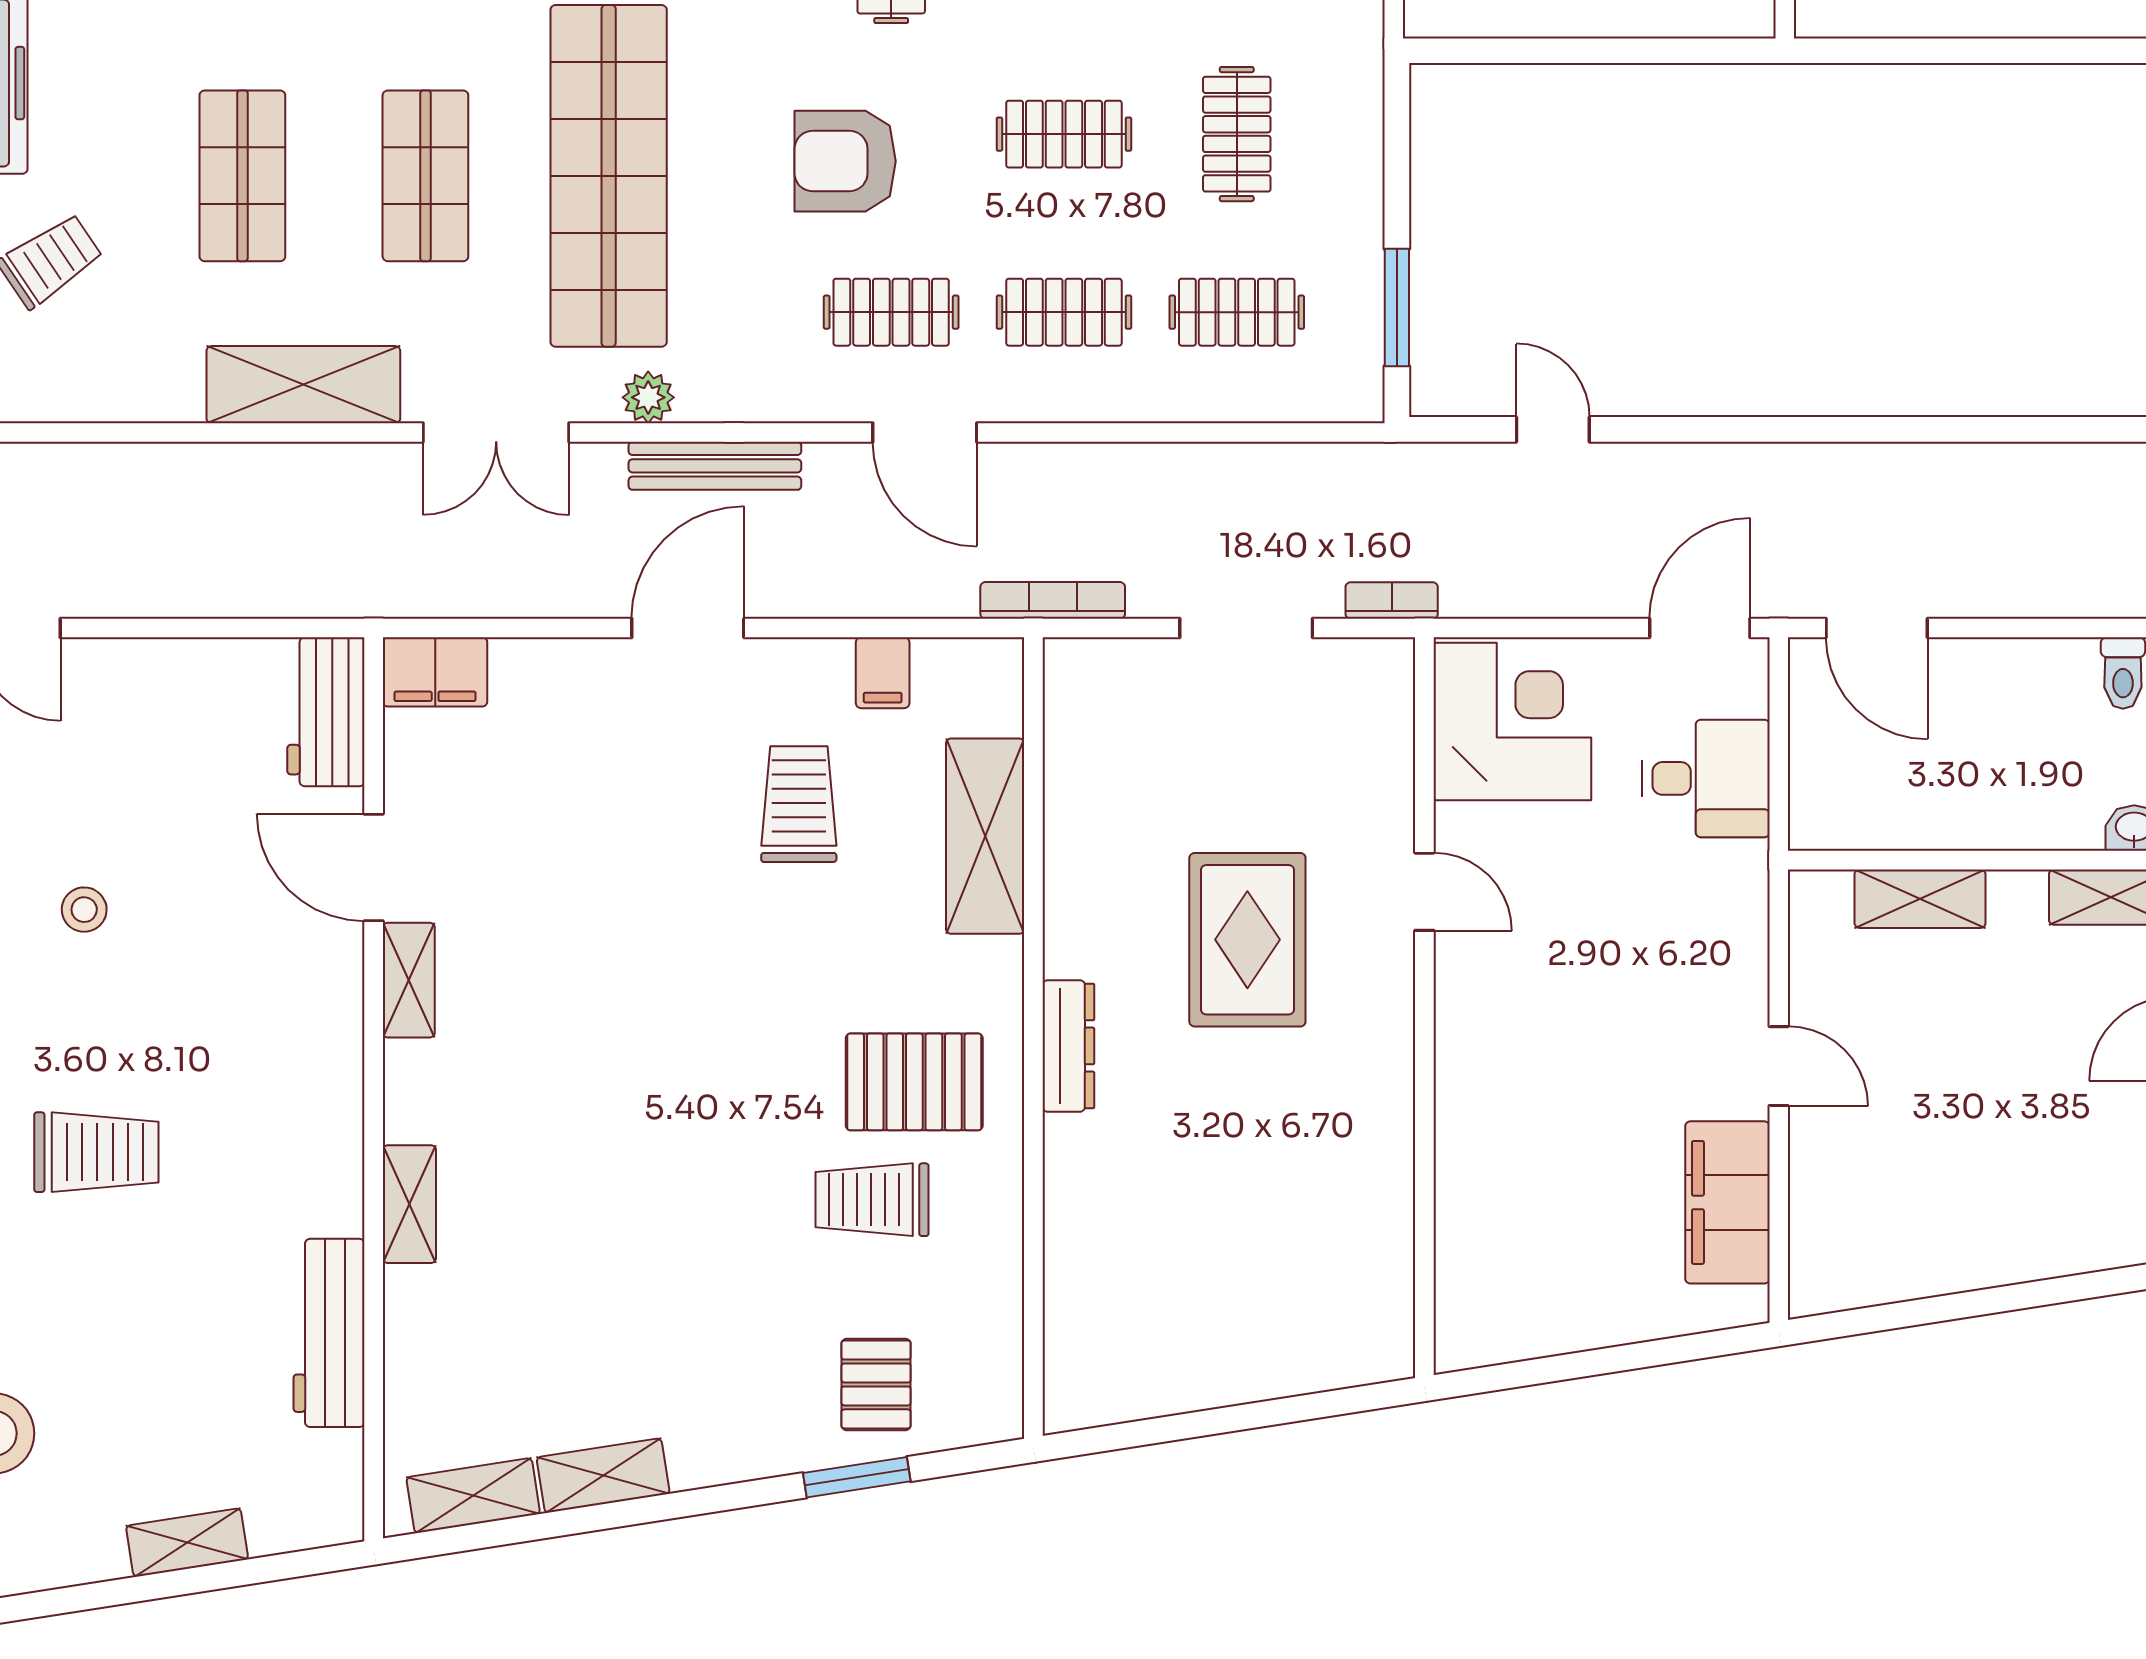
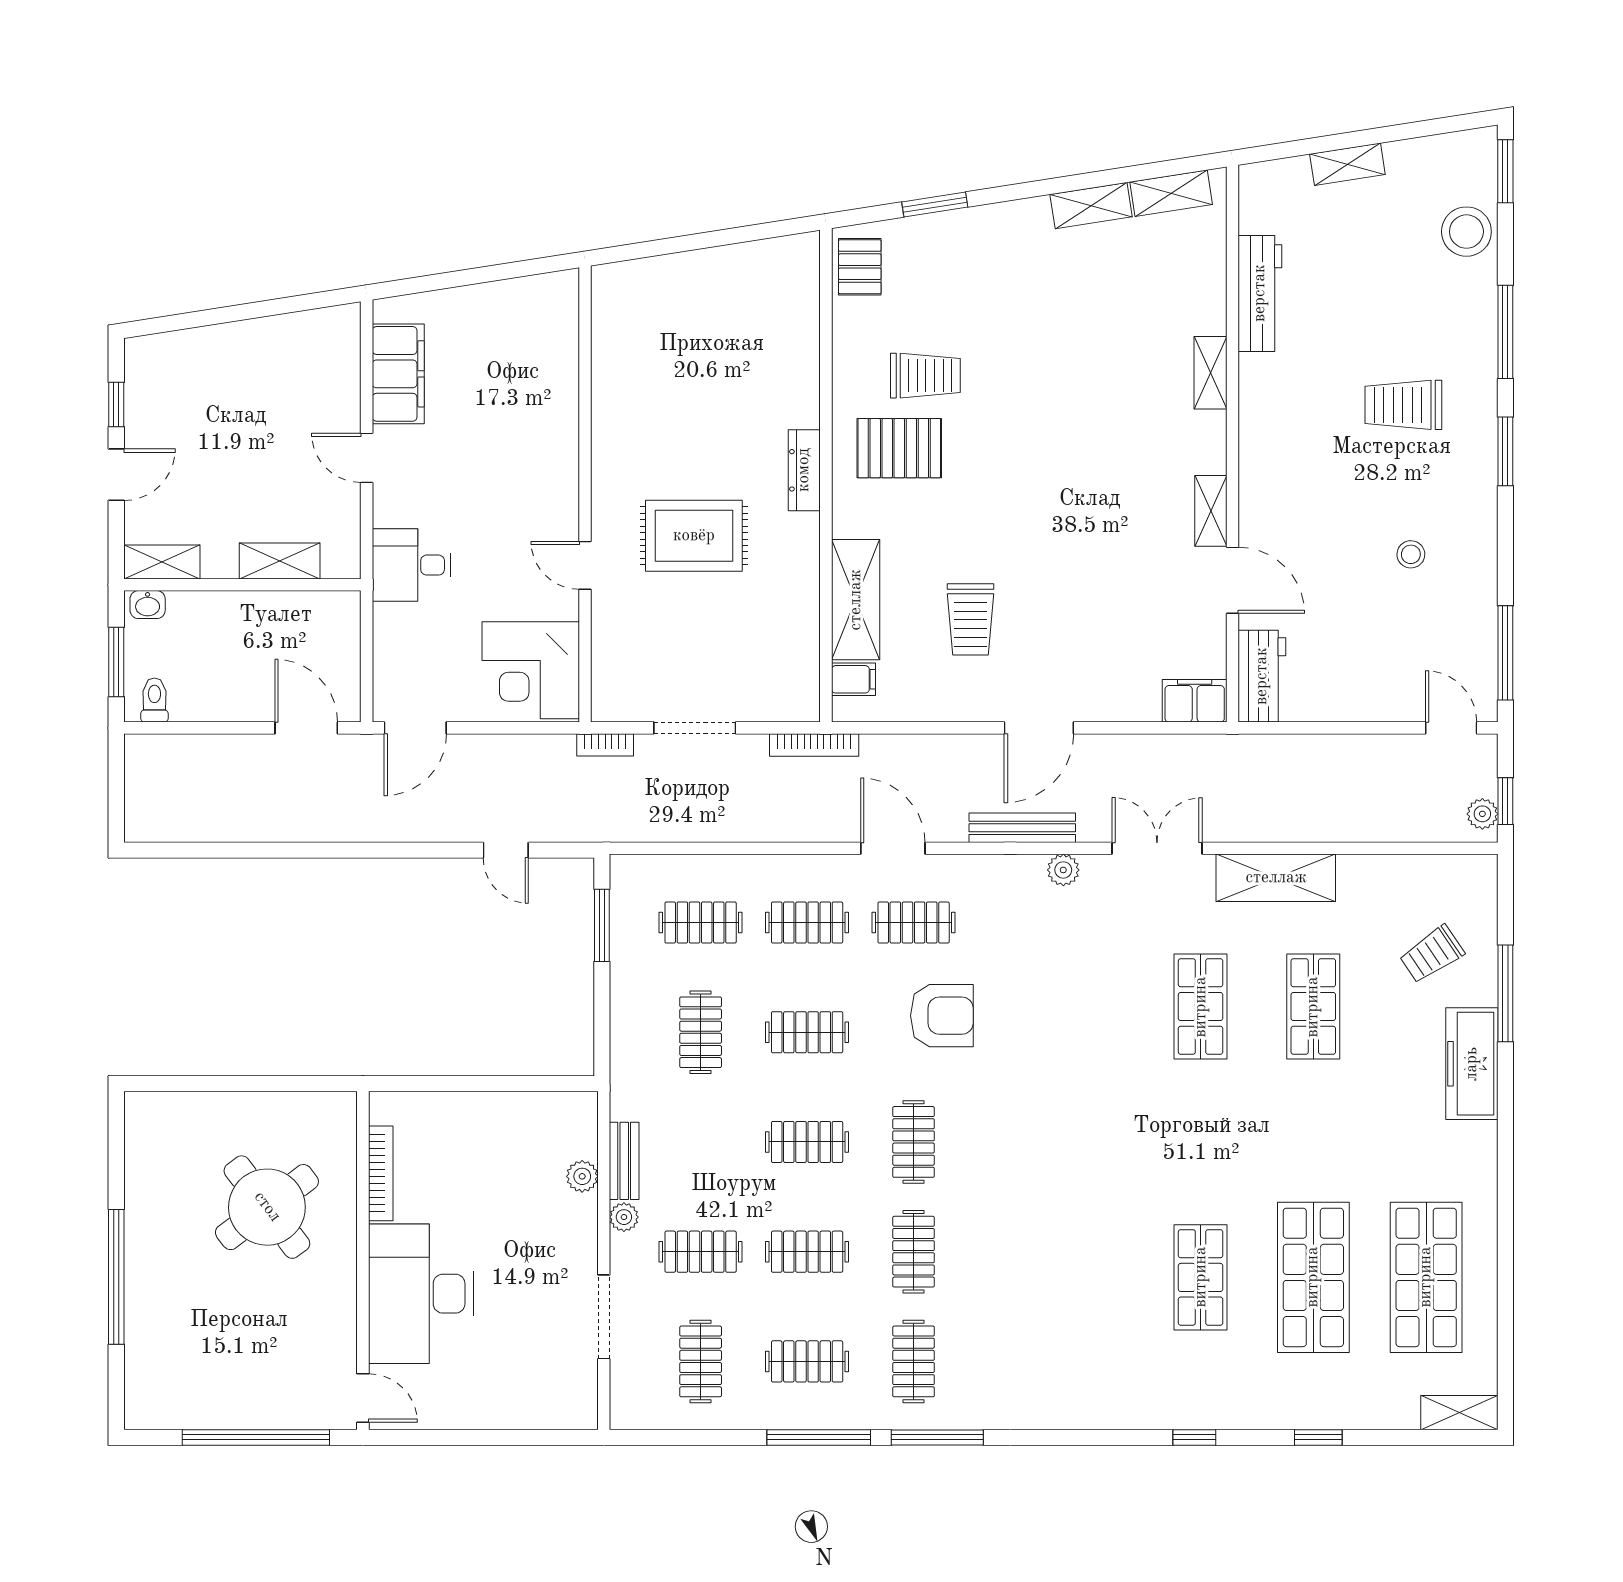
shop shelf: (609, 176) -> (1088, 1007), removed
filing cabinet: (883, 673) -> (853, 679), moved, turned 90
desk: (1706, 778) -> (411, 565), moved
rug: (1247, 940) -> (694, 536), turned 90
pallet: (876, 1384) -> (860, 267), moved

